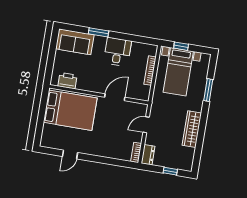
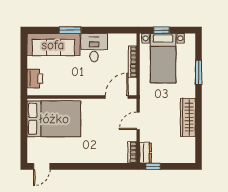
sofa: (75, 42) -> (53, 45), width x1.36
printer: (67, 81) -> (35, 79), moved, turned 90
door: (115, 97) -> (117, 97), moved
door: (70, 154) -> (42, 166), moved
window: (170, 171) -> (153, 166), moved

